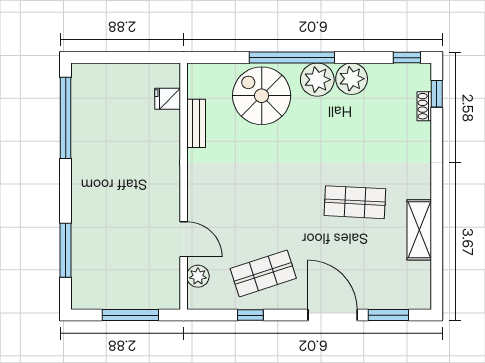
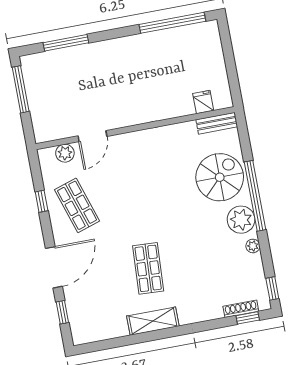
plant: (352, 79) -> (253, 246), width x0.53, depth x0.53
shoe rack: (424, 106) -> (241, 309), width x1.43
bench: (196, 123) -> (217, 123), moved
shelving: (419, 230) -> (153, 321), moved
window: (130, 315) -> (21, 89), moved
window: (388, 315) -> (62, 312), width x0.67

